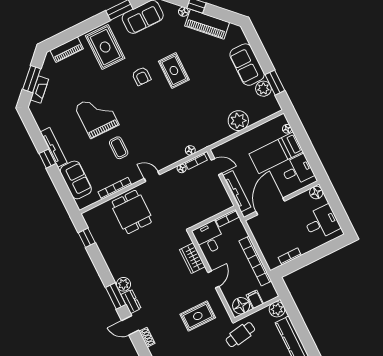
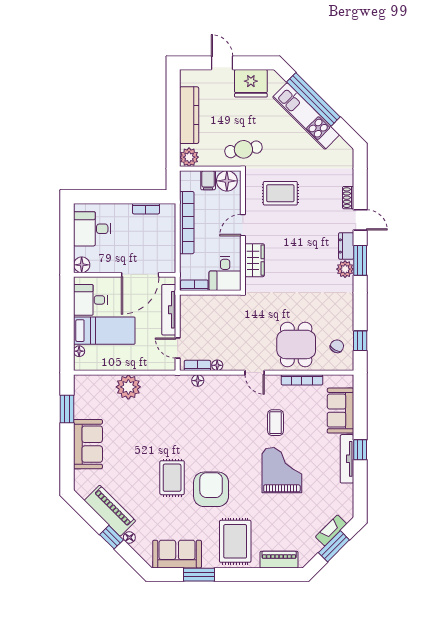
armchair: (141, 76) -> (211, 489), width x1.88, depth x1.88
plant: (263, 89) -> (83, 409), removed
grand piano: (97, 116) -> (282, 470), turned 180
chair: (102, 225) -> (337, 346), added

